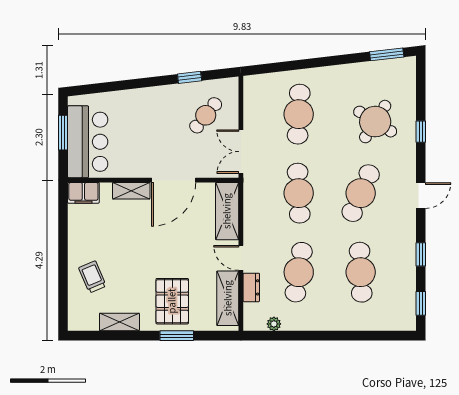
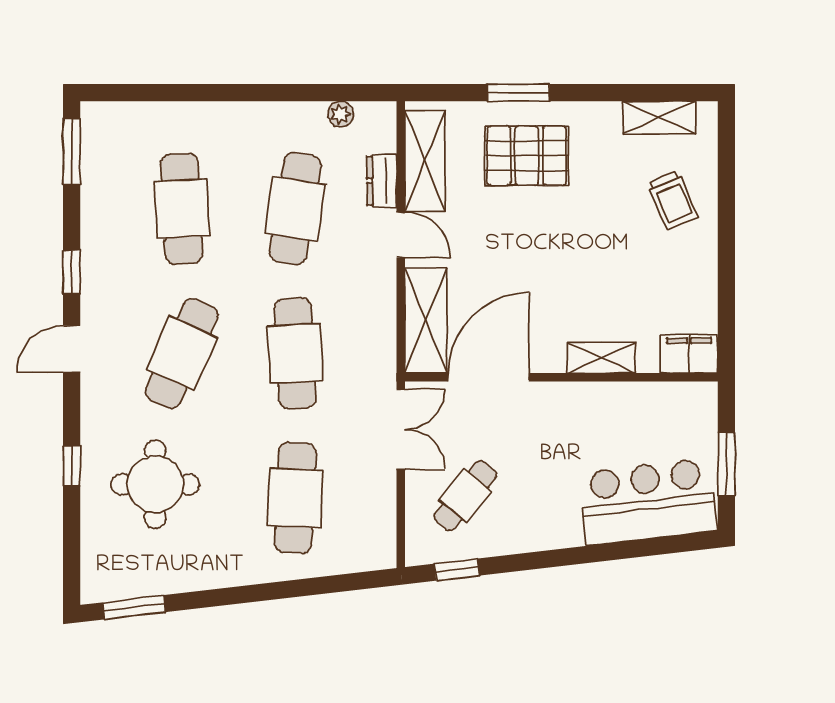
window: (190, 77) -> (457, 570), moved
round table: (375, 122) -> (155, 484), turned -32
bar counter: (88, 142) -> (648, 502), moved, turned 83
door: (174, 180) -> (489, 377), moved
window: (421, 254) -> (72, 272), moved
pallet: (172, 301) -> (527, 156), turned 90
window: (421, 303) -> (72, 152), width x1.50
shelving: (119, 322) -> (659, 118), moved

